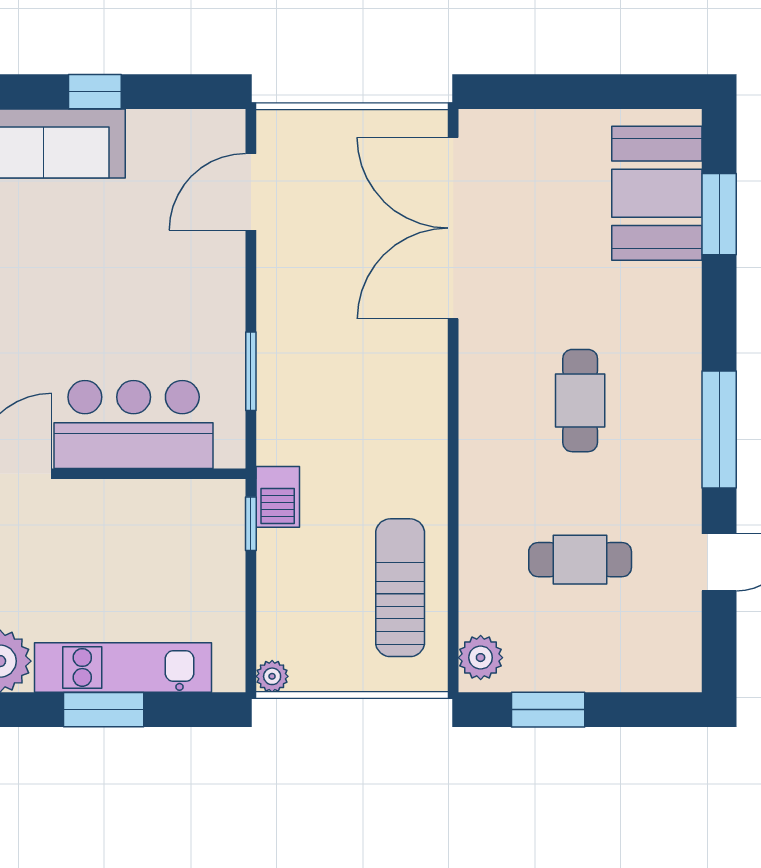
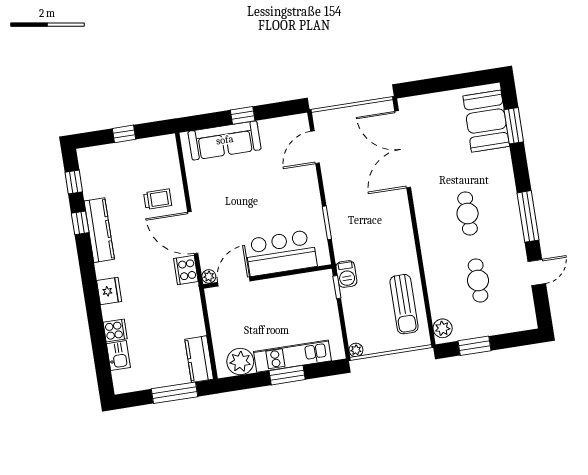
cafe table: (580, 560) -> (478, 280), turned 90
sun lounger: (400, 588) -> (404, 304), turned 180

